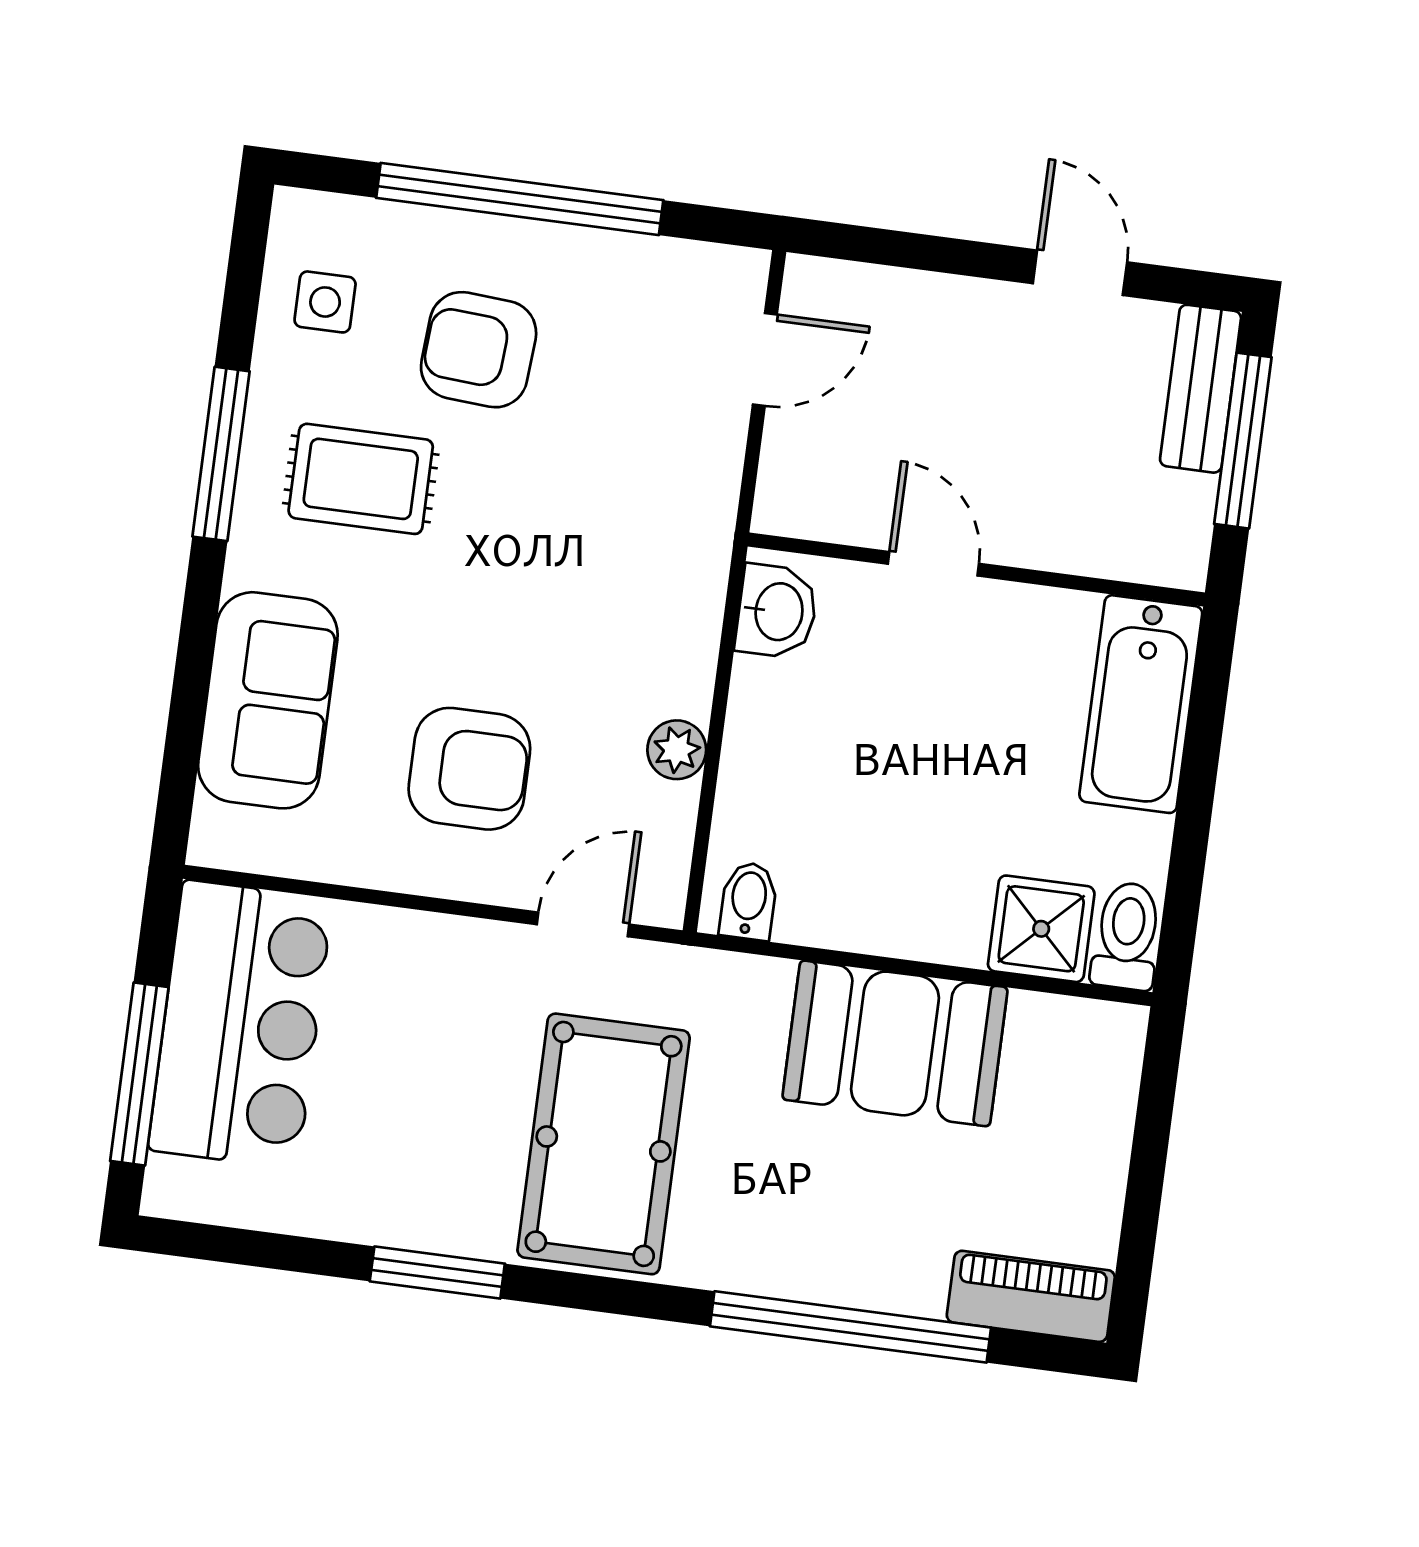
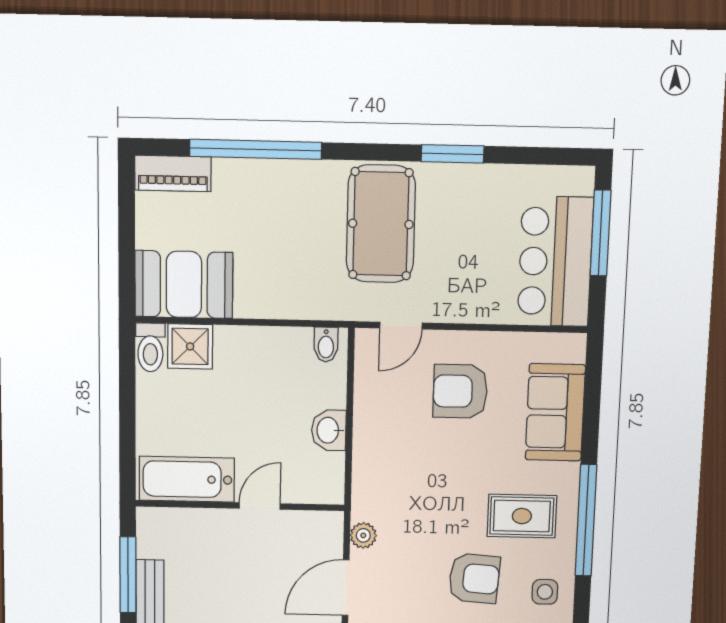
door: (765, 360) -> (346, 588), width x1.38
window: (221, 454) -> (586, 520), width x1.46
door: (933, 564) -> (260, 506), swing flipped
washbasin: (777, 611) -> (329, 430), moved
bathtub: (1141, 704) -> (187, 479), moved, turned -90
plant: (677, 750) -> (363, 535), moved
booth: (895, 1043) -> (184, 284), moved

